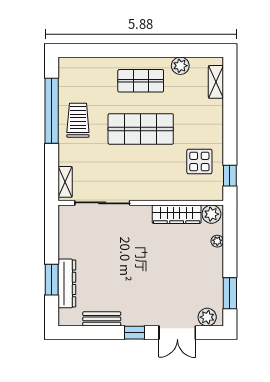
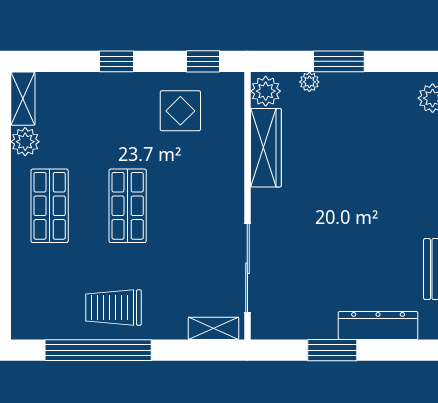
shelving: (216, 82) -> (23, 99), moved, turned 90
window: (230, 122) -> (117, 61), added
shop shelf: (141, 129) -> (128, 206), width x0.70, depth x0.74
window: (52, 280) -> (332, 350), moved
window: (230, 293) -> (339, 61), moved

